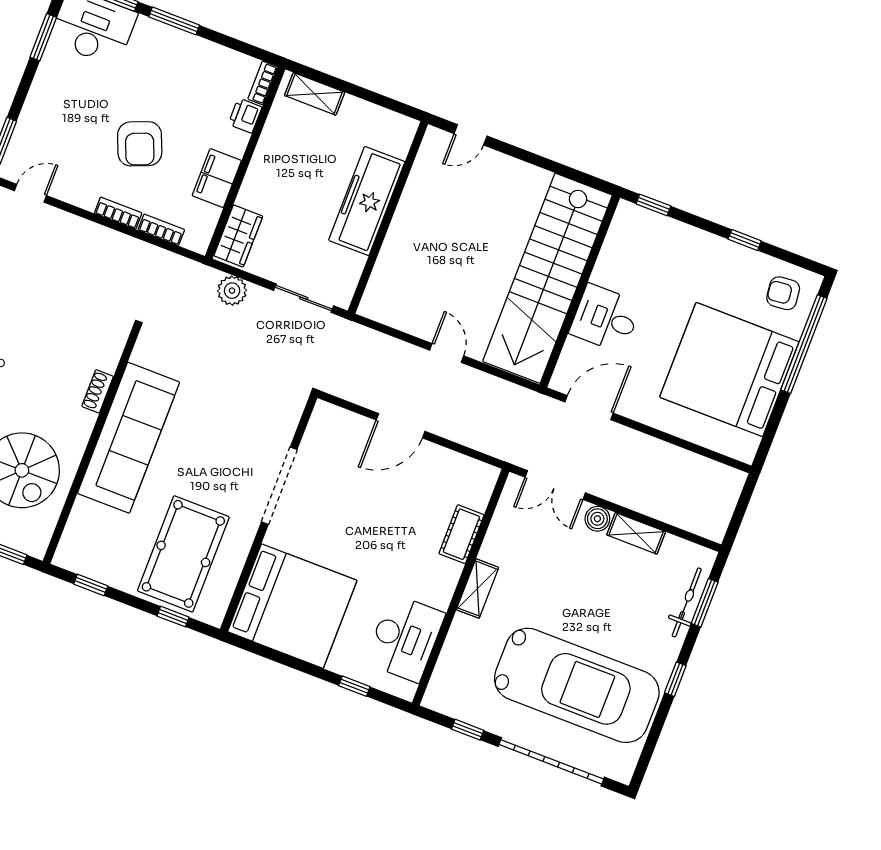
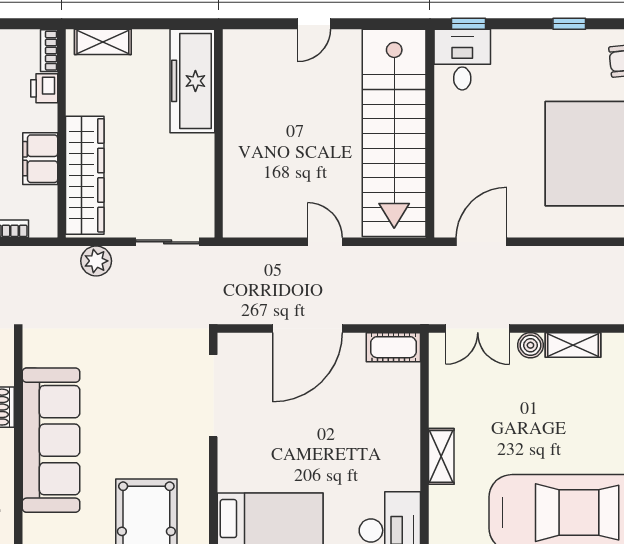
door: (471, 135) -> (314, 24), moved
freezer: (367, 201) -> (192, 81), moved
wardrobe: (238, 236) -> (85, 175), width x2.10, depth x1.17
desk: (605, 318) -> (462, 60), moved, turned 90
door: (401, 426) -> (307, 328), width x1.36
doorway: (279, 486) -> (213, 396), moved
cot: (461, 534) -> (393, 347), moved, turned 90

